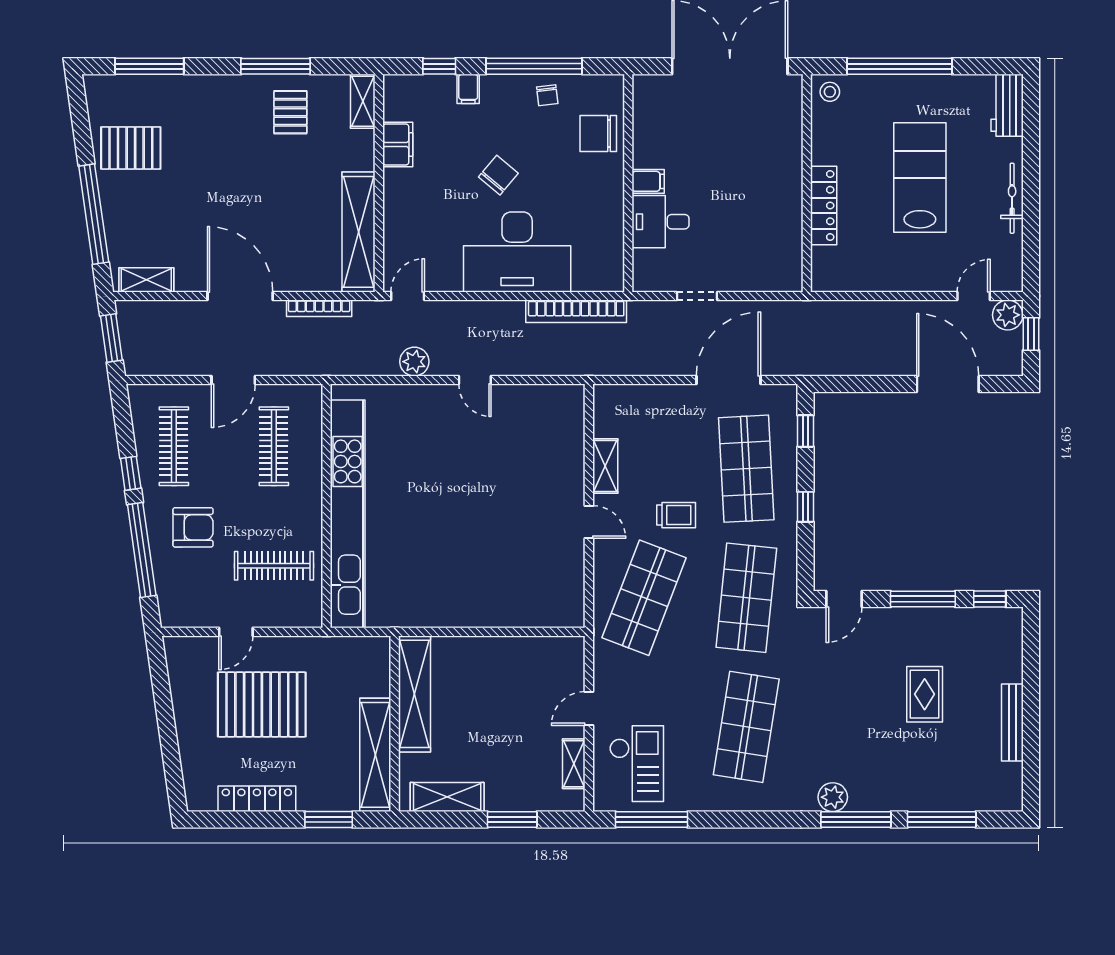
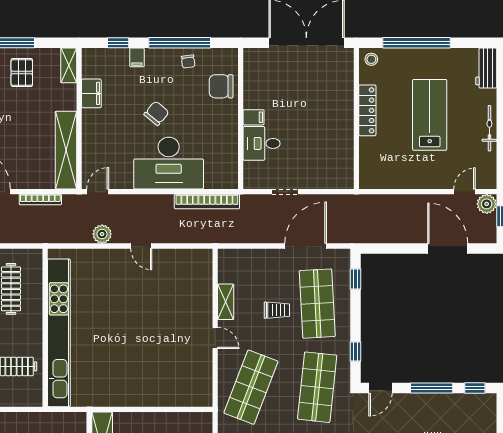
locker: (824, 206) -> (367, 110), moved
window: (805, 507) -> (355, 351), moved
trolley: (676, 515) -> (277, 310), moved

